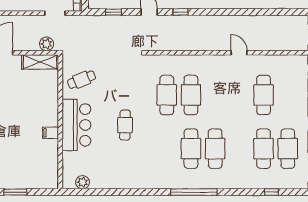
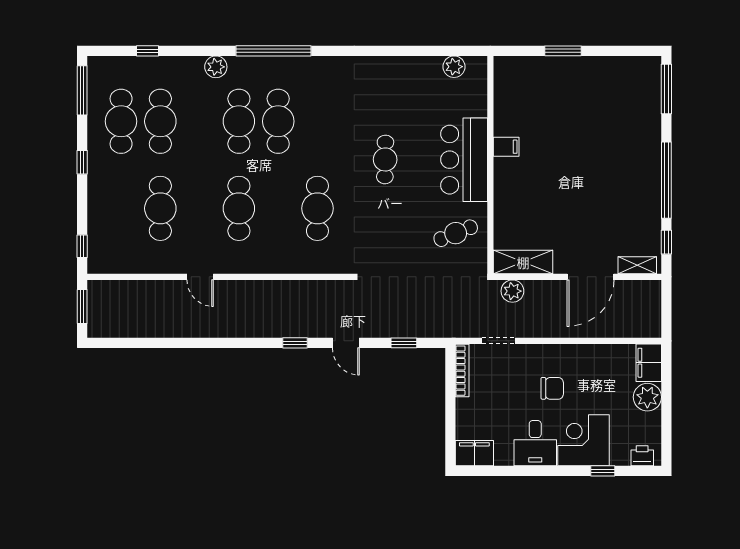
cafe table: (191, 95) -> (239, 208), moved
plant: (229, 182) -> (216, 67), added

